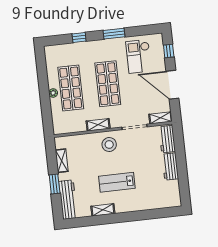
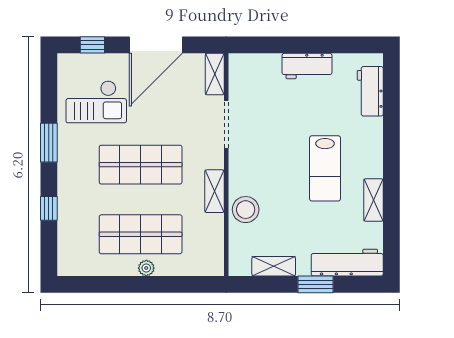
workbench: (167, 139) -> (370, 91), moved, turned 90
stool: (109, 144) -> (246, 210), moved

